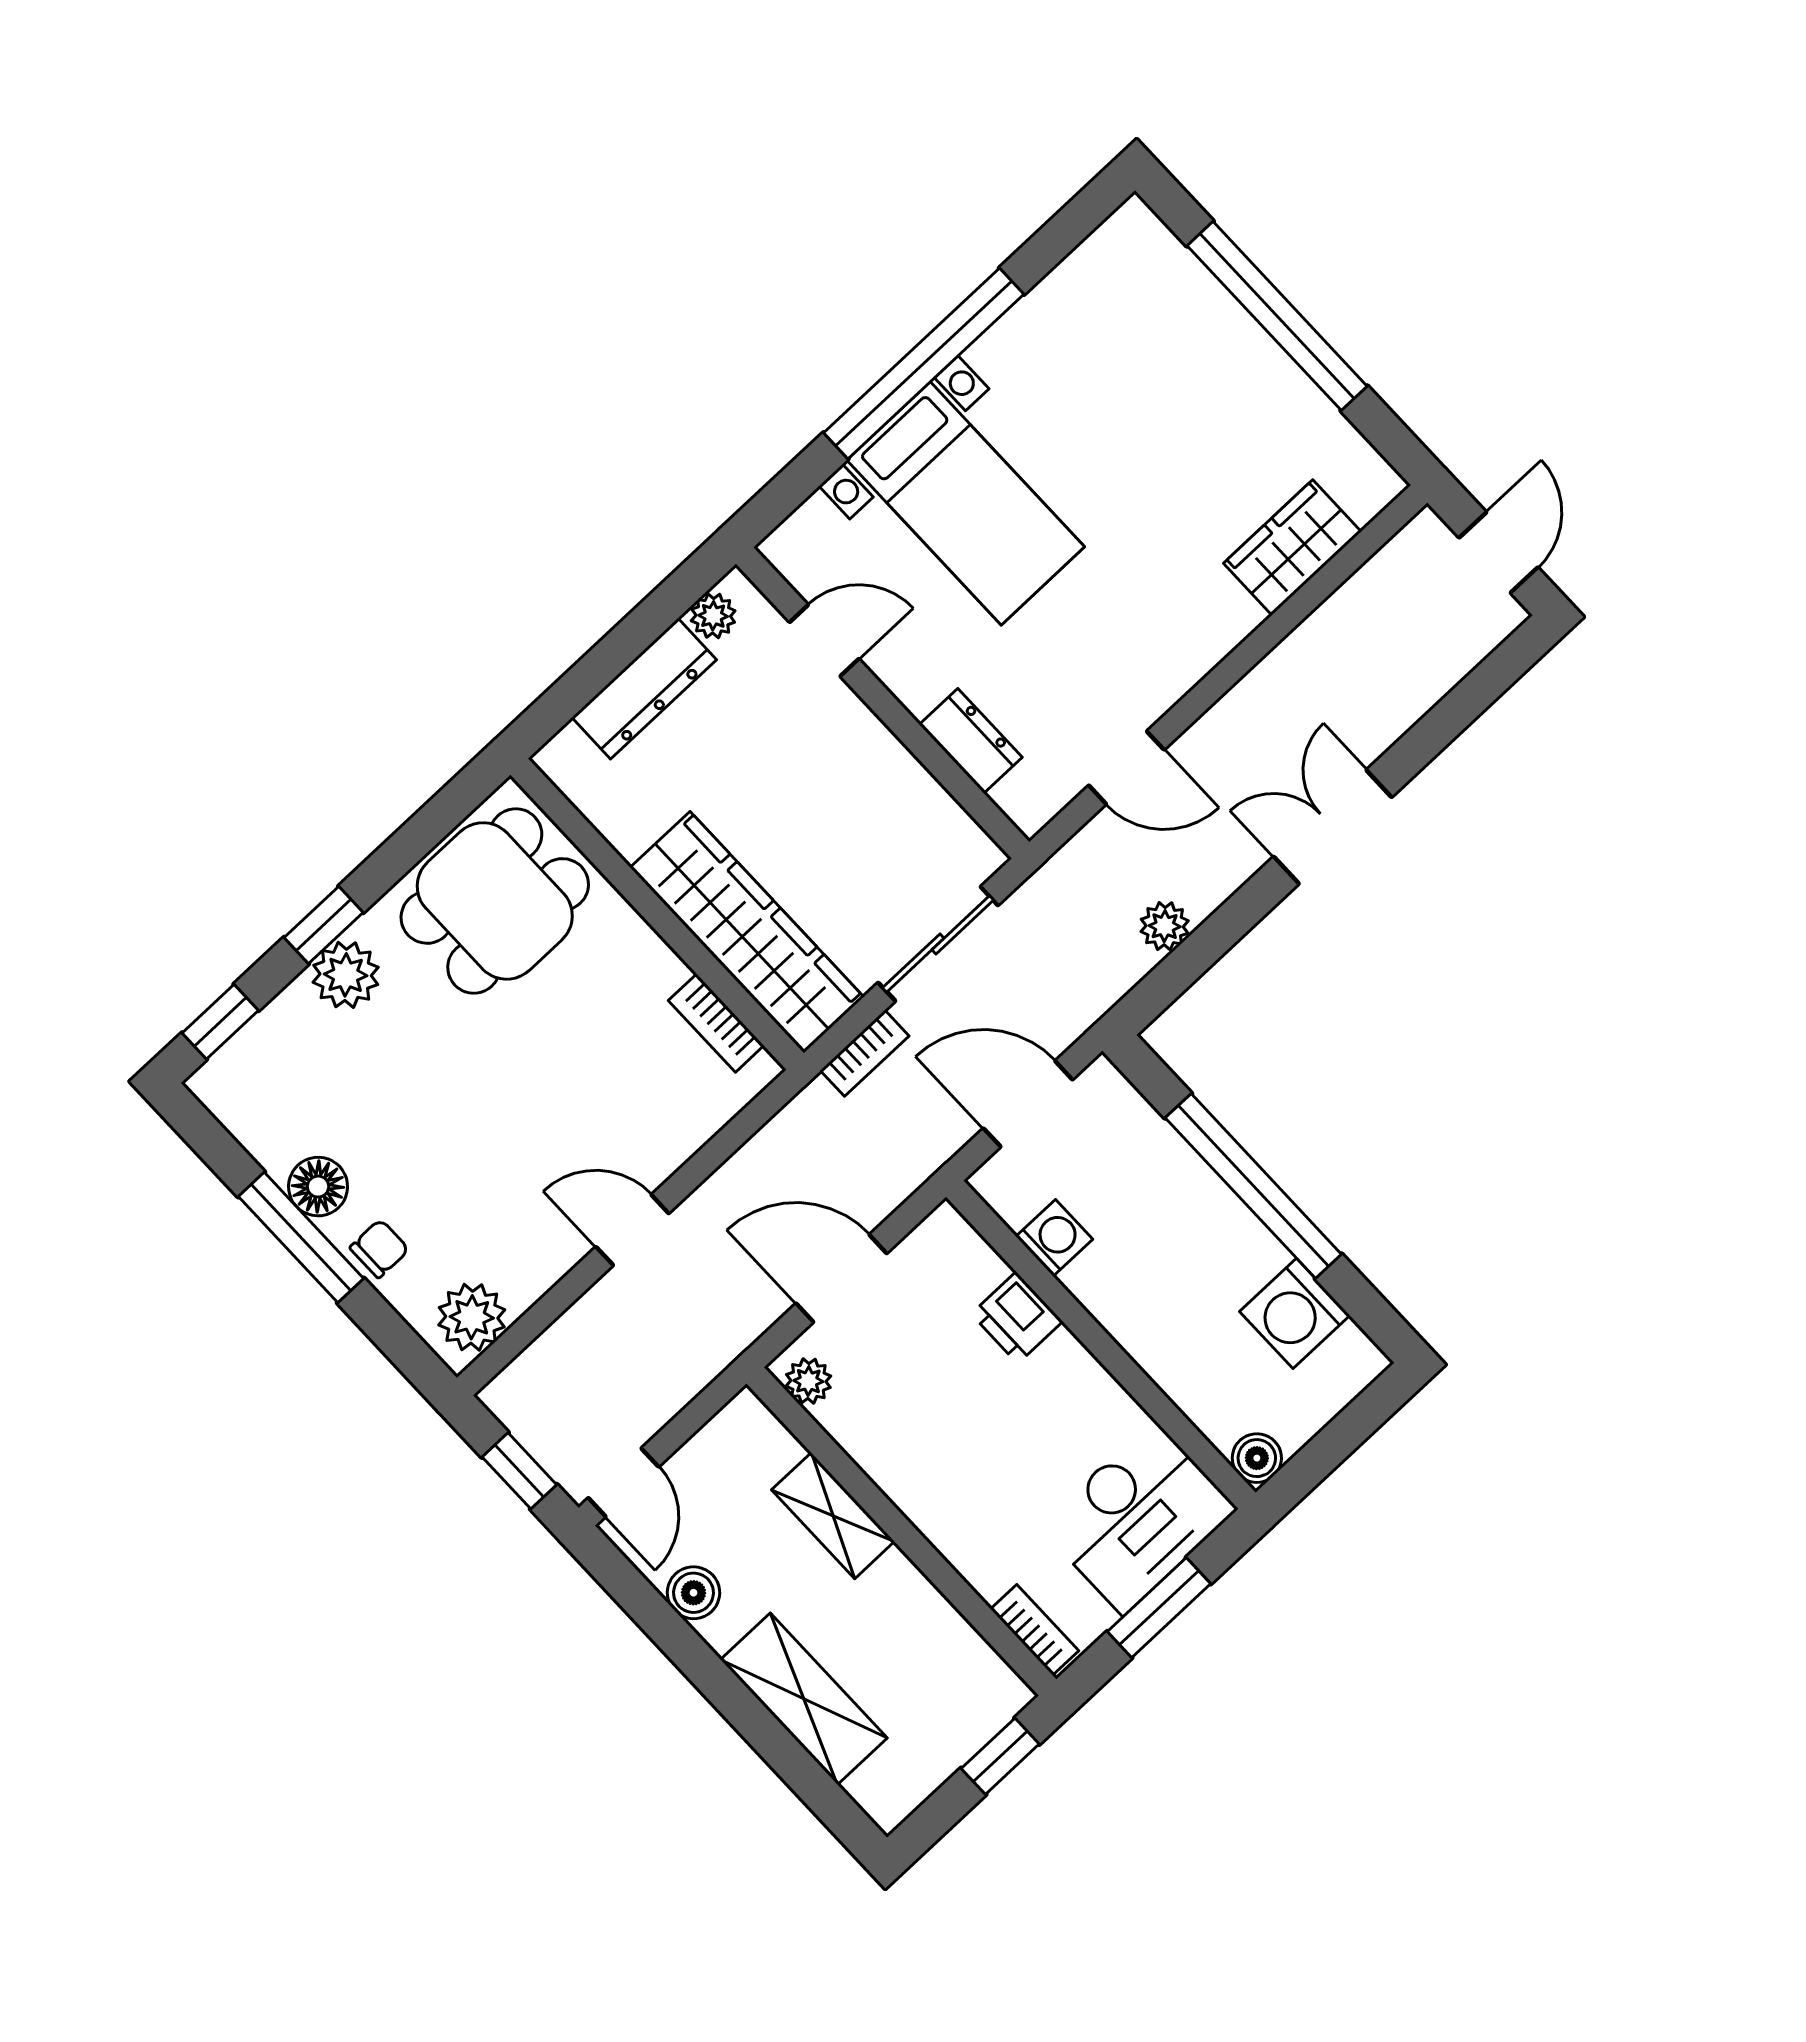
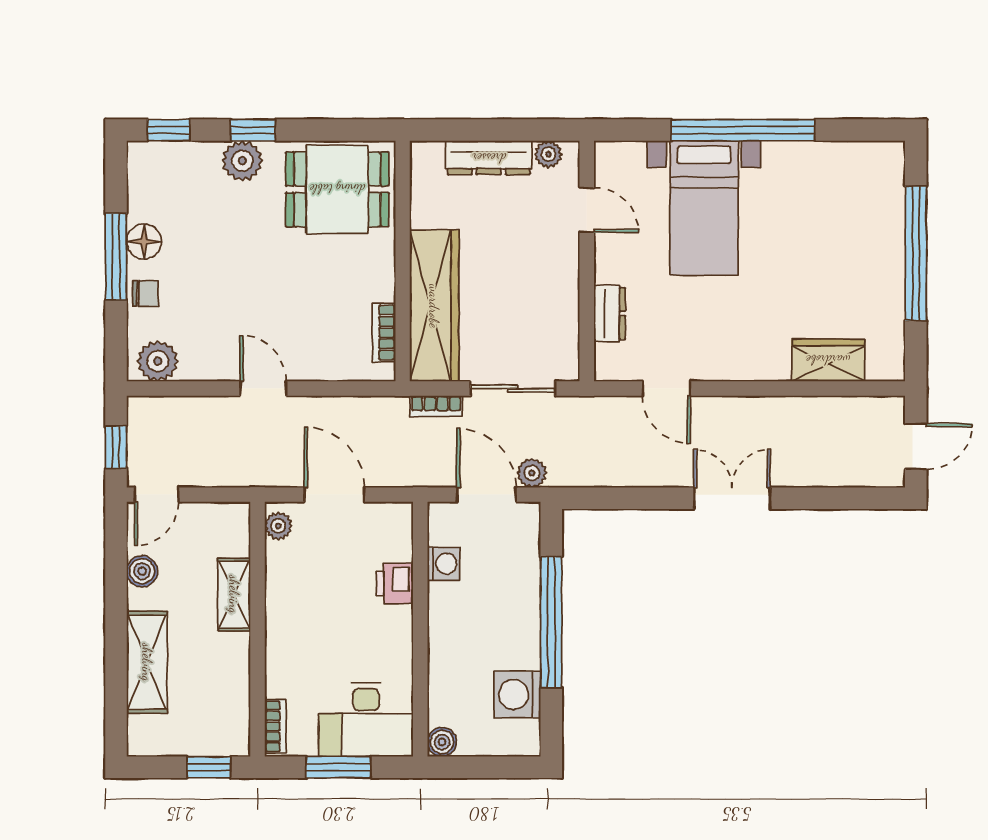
plant: (1165, 926) -> (532, 473), moved

